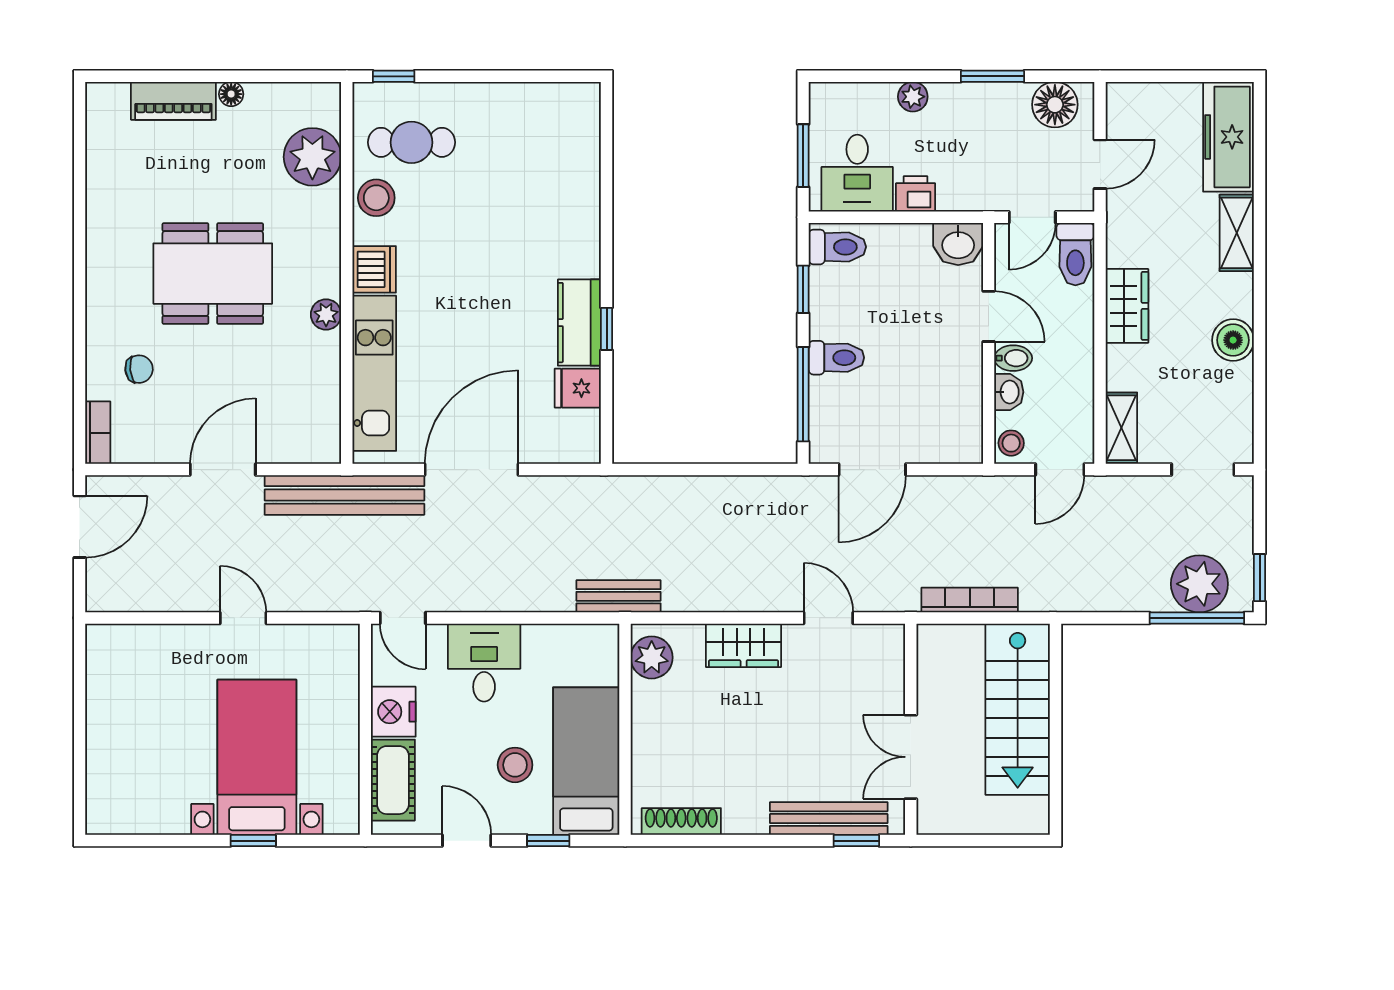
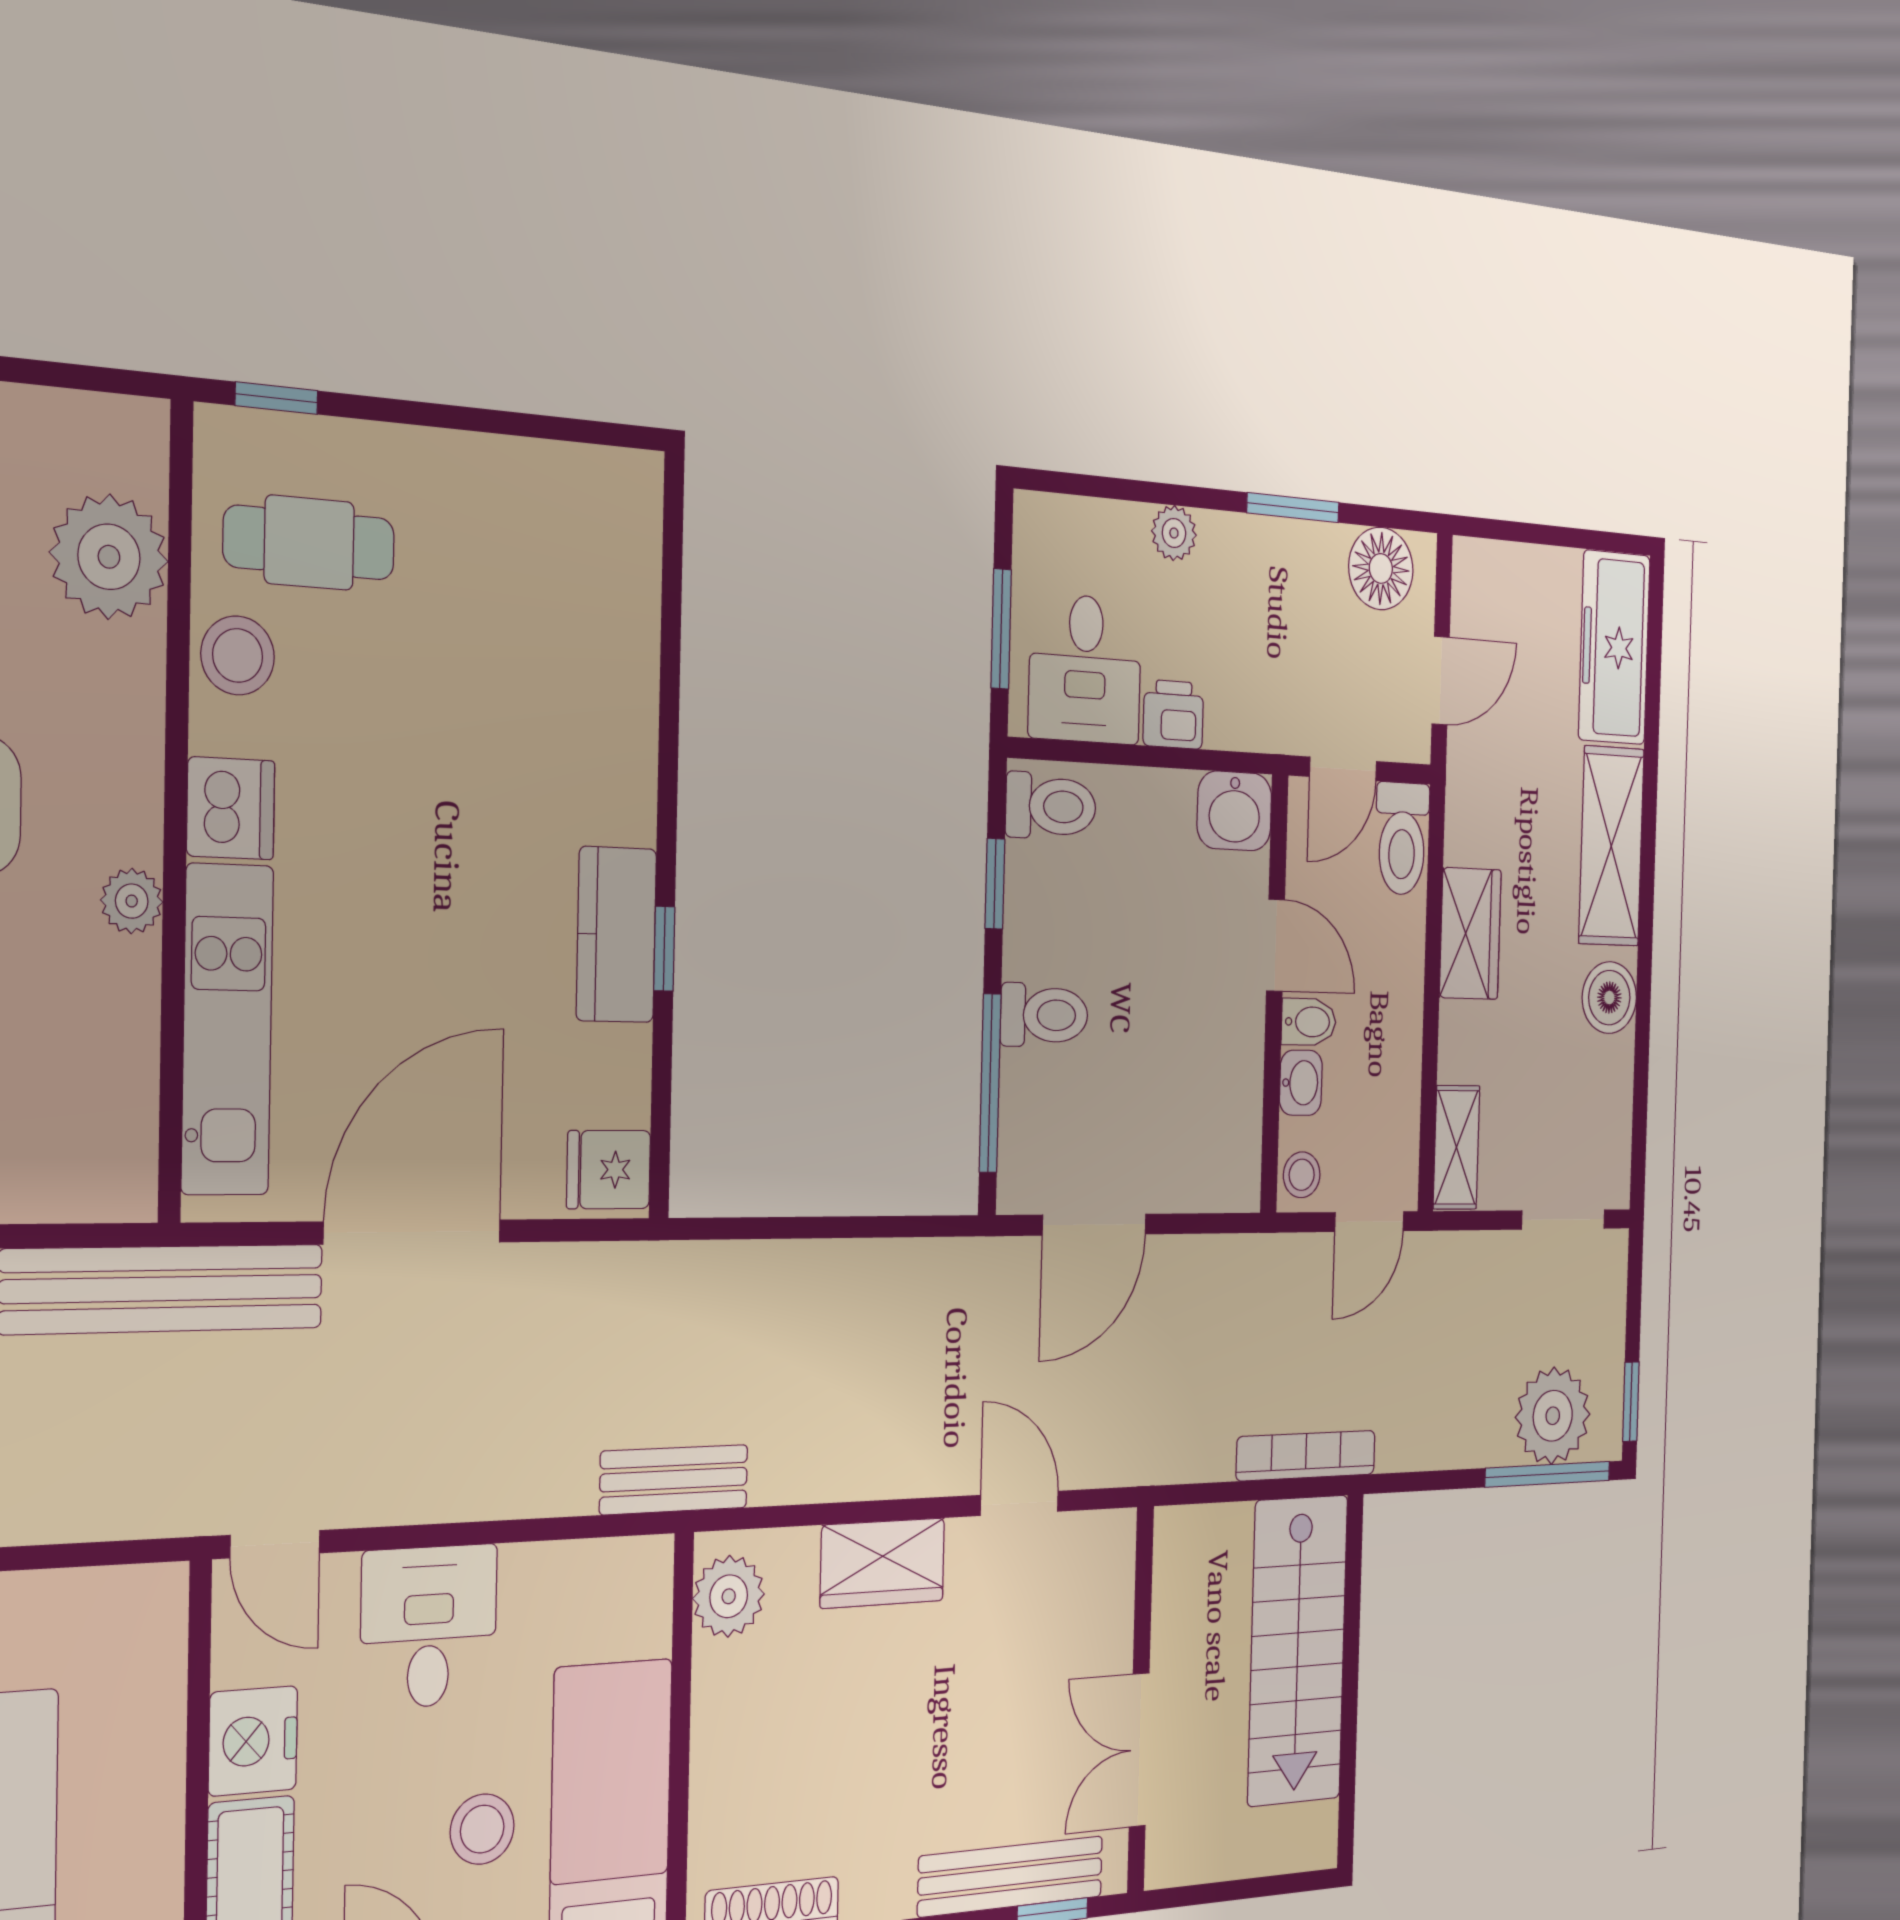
shelving: (1237, 233) -> (1611, 846), width x1.50, depth x1.33
fridge: (578, 388) -> (609, 1170), moved
bookcase: (970, 600) -> (1306, 1456), moved

